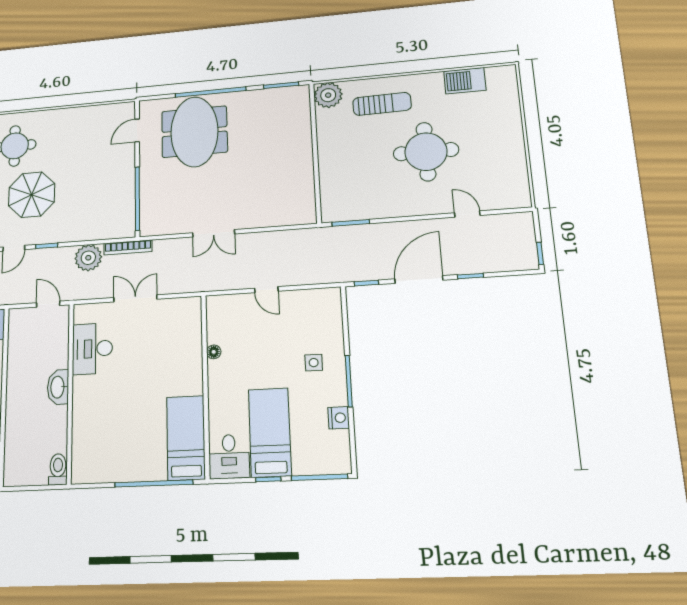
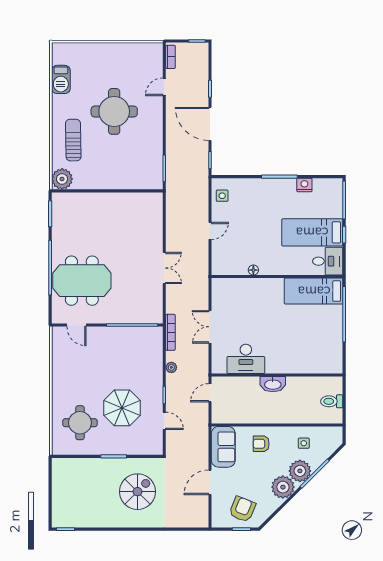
bookcase: (512, 219) -> (170, 57), added
plant: (88, 258) -> (171, 367), width x0.53, depth x0.53
side table: (314, 363) -> (222, 196), moved
toilet: (58, 469) -> (332, 401), moved

